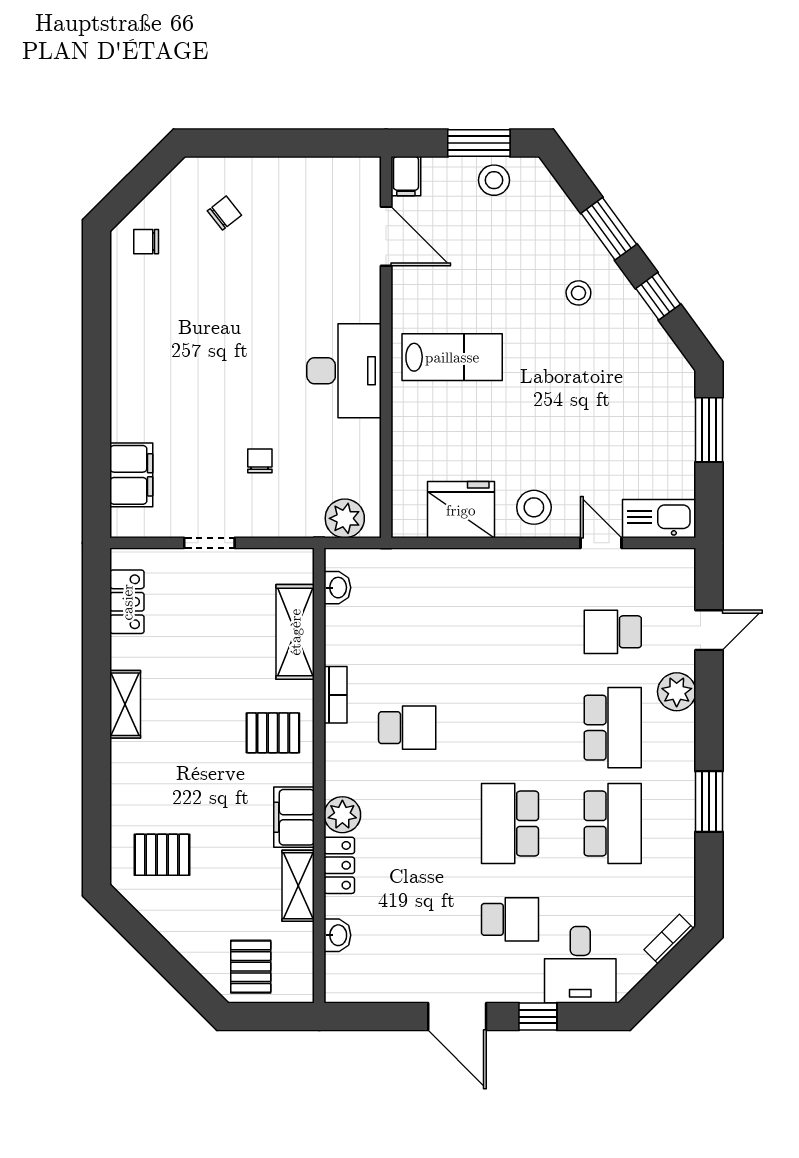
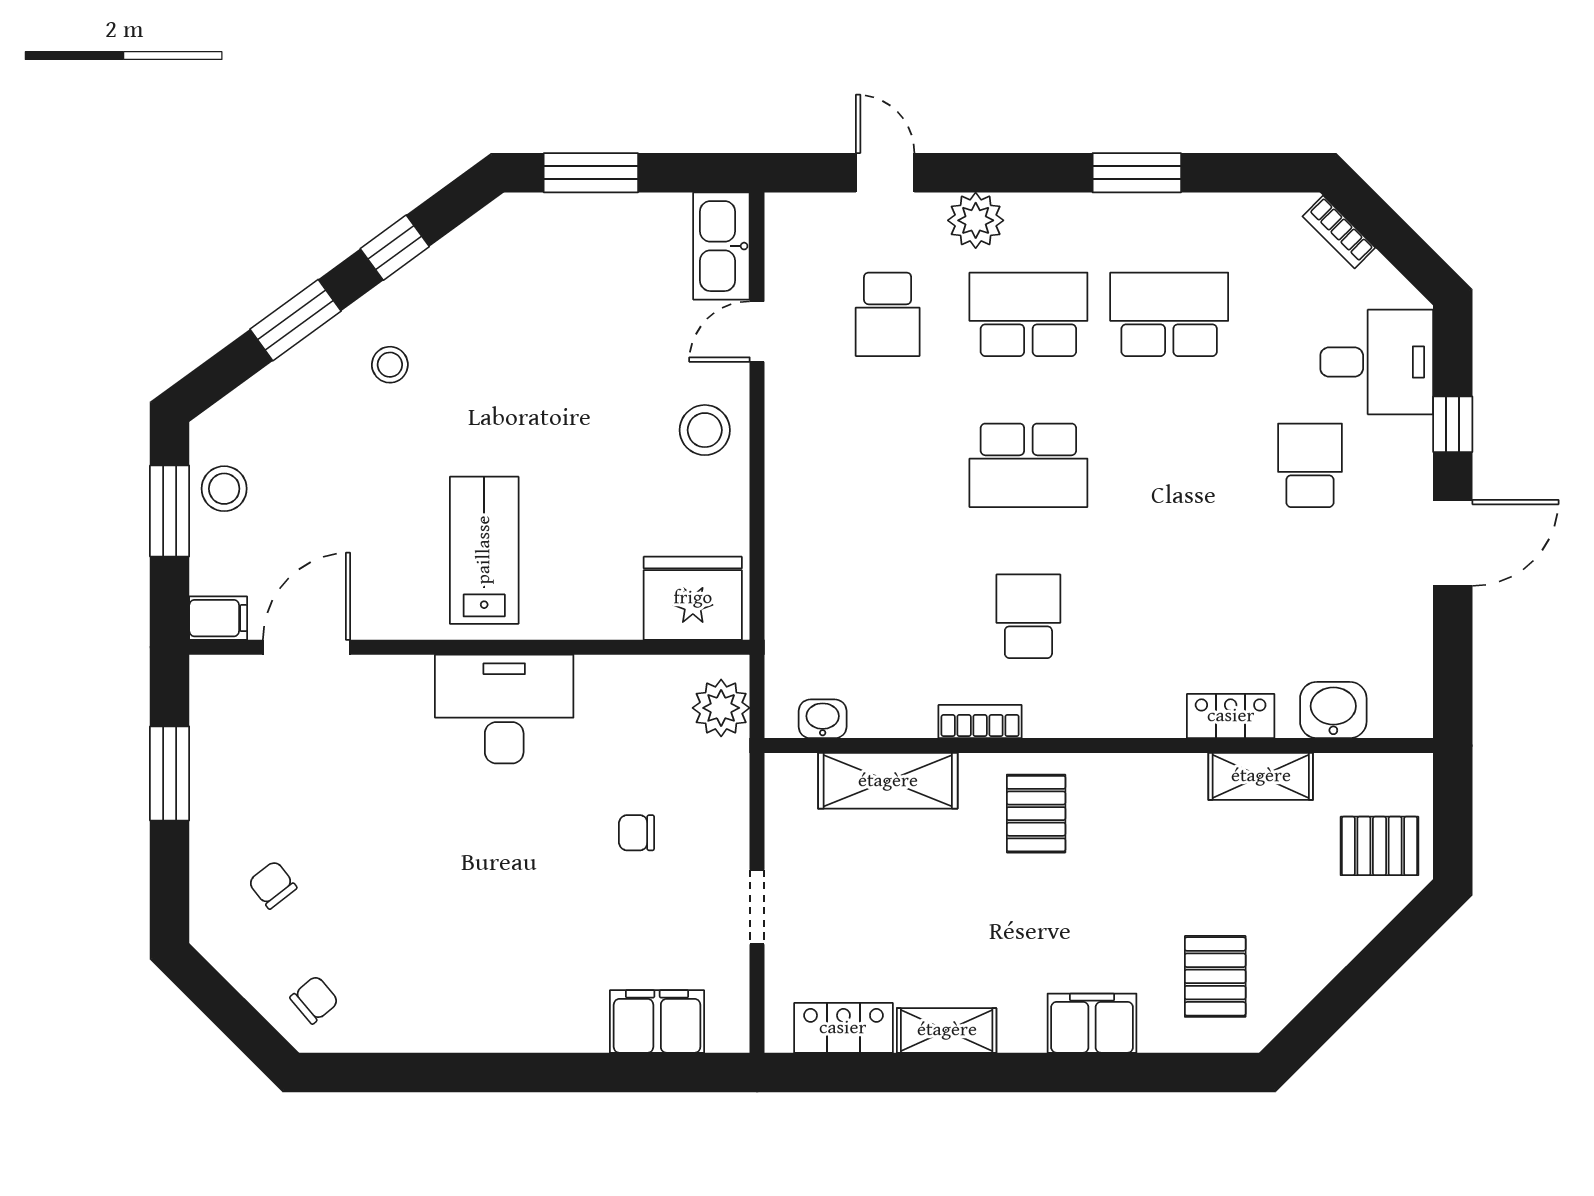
window: (300, 143) -> (170, 773), added
chair: (146, 242) -> (314, 1000), turned -130
fridge: (461, 510) -> (693, 598), moved, turned 90
shelving: (125, 704) -> (947, 1030), moved
plant: (342, 815) -> (1156, 711), removed
filing cabinet: (294, 817) -> (1092, 1023), moved, turned 180
school desk: (510, 823) -> (1028, 465), moved
washbasin: (337, 935) -> (1333, 710), width x1.38, depth x1.45

